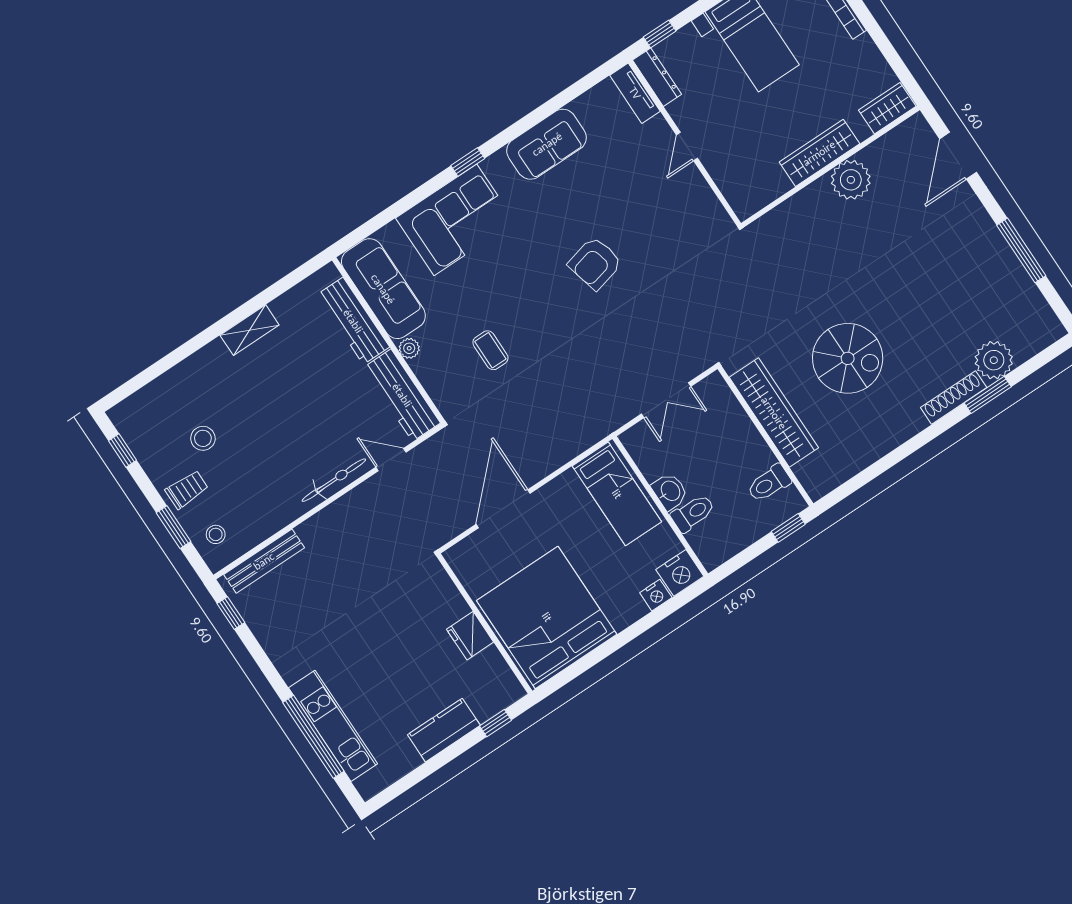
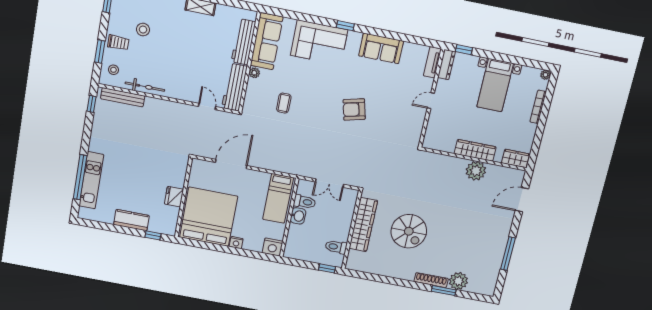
bicycle: (334, 480) -> (145, 87), moved
toilet: (693, 513) -> (305, 202), moved
nightstand: (656, 595) -> (236, 243), moved

